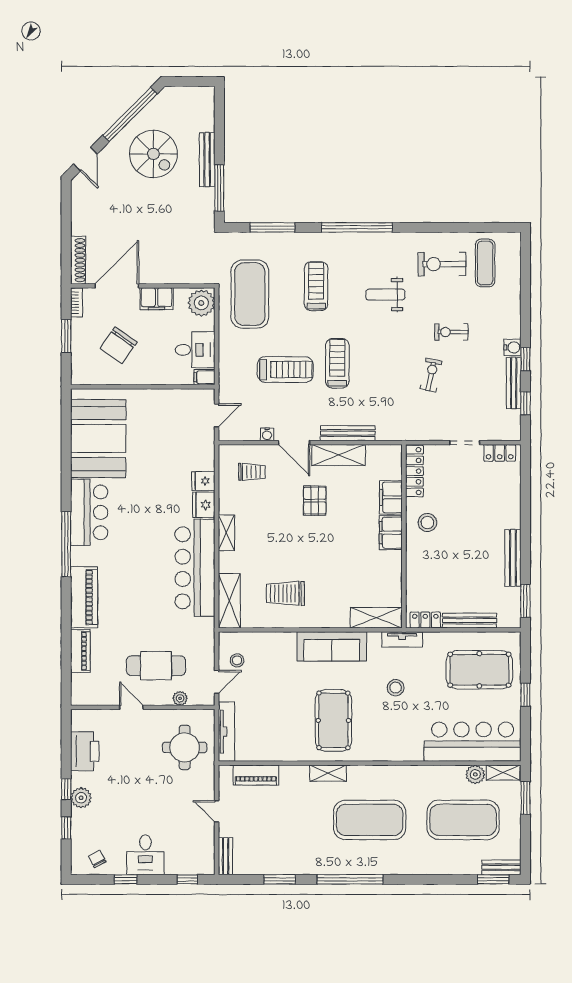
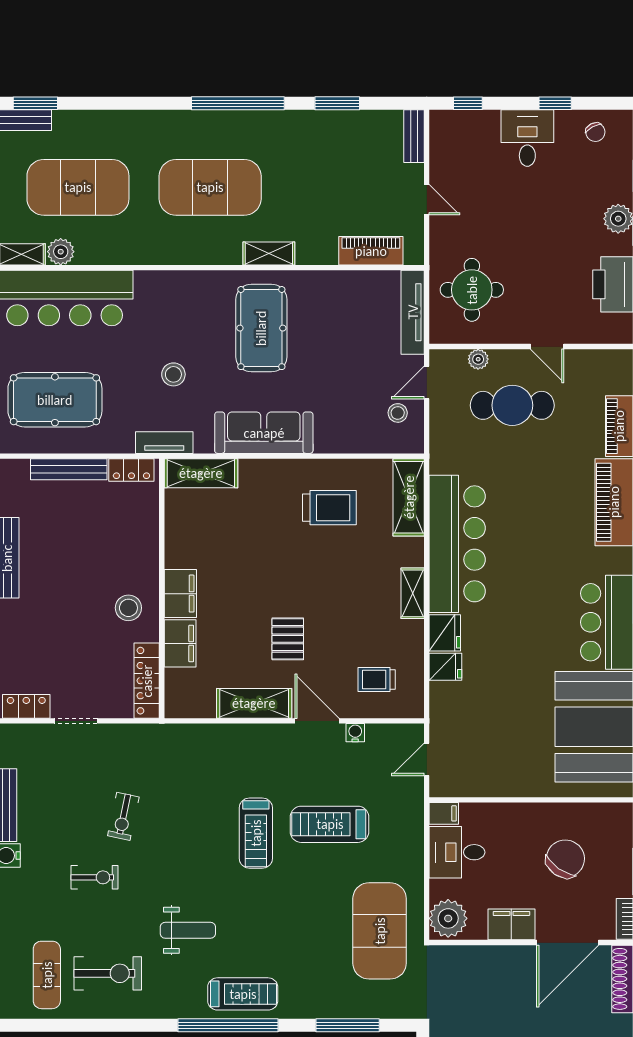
treadmill: (316, 286) -> (243, 994), moved, turned -90
bench: (348, 433) -> (241, 734), removed

